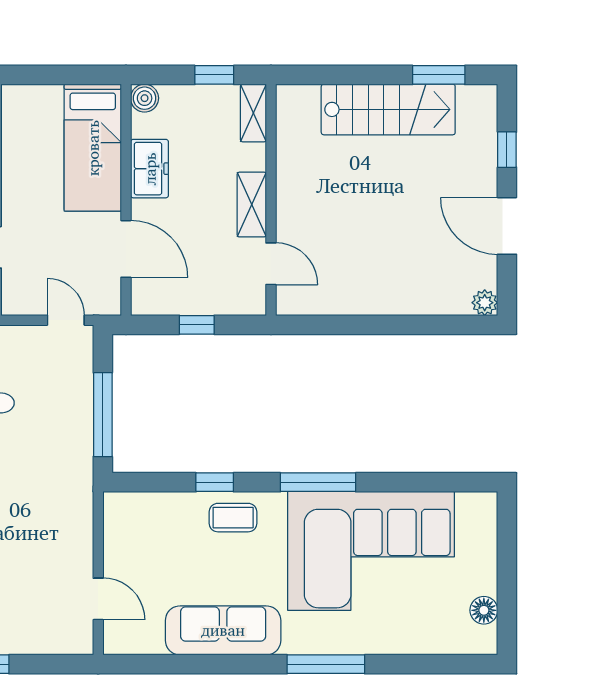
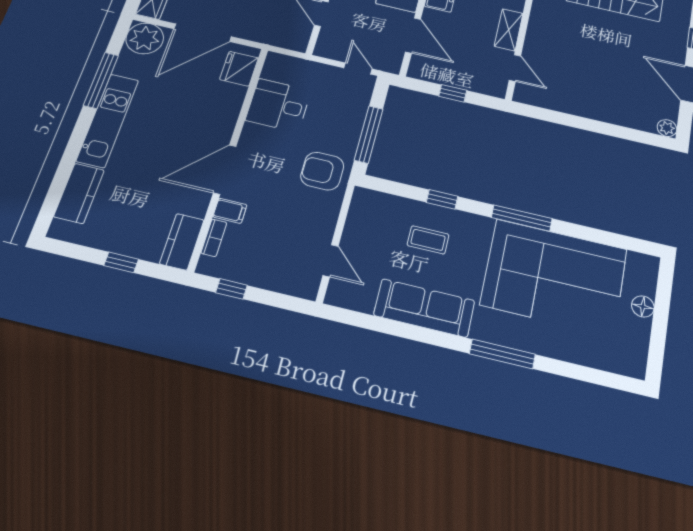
armchair: (58, 482) -> (322, 171), added
coffee table: (233, 518) -> (428, 240), moved
floor lamp: (484, 610) -> (643, 306), moved

